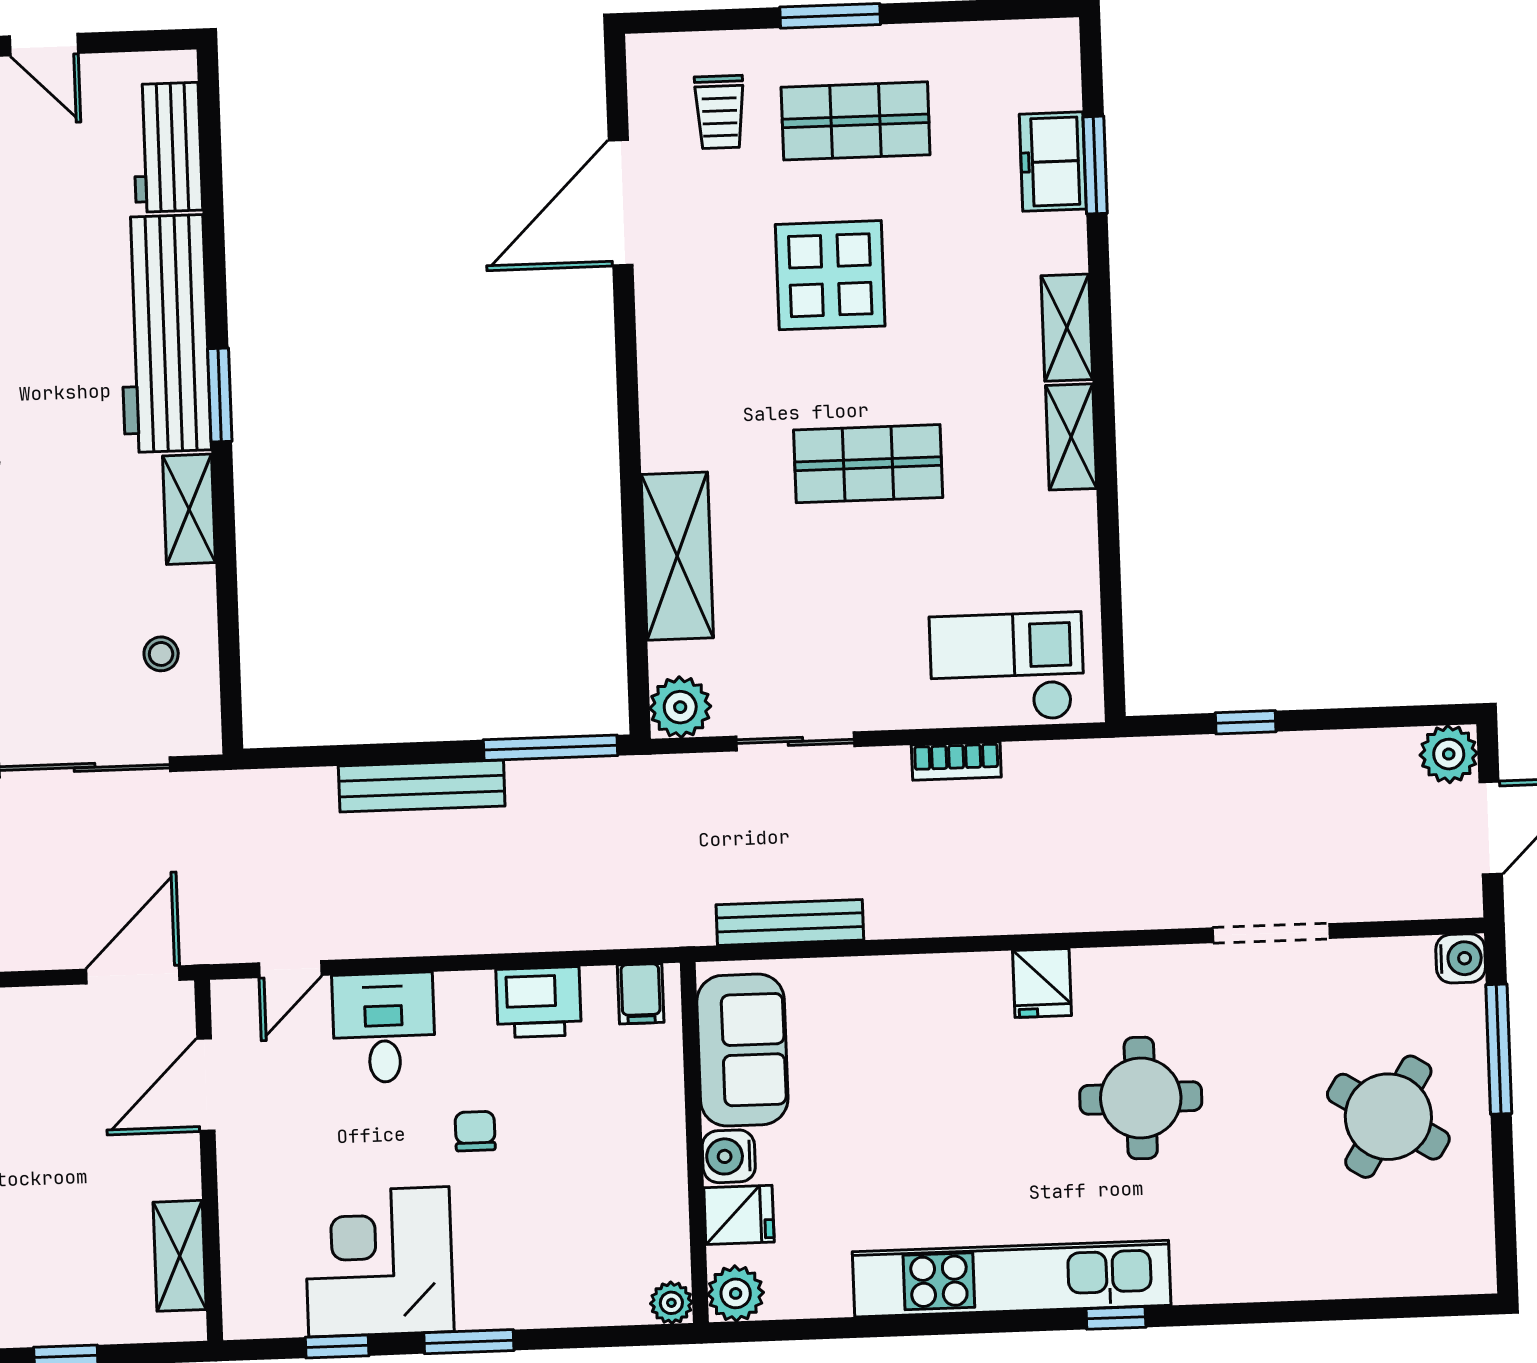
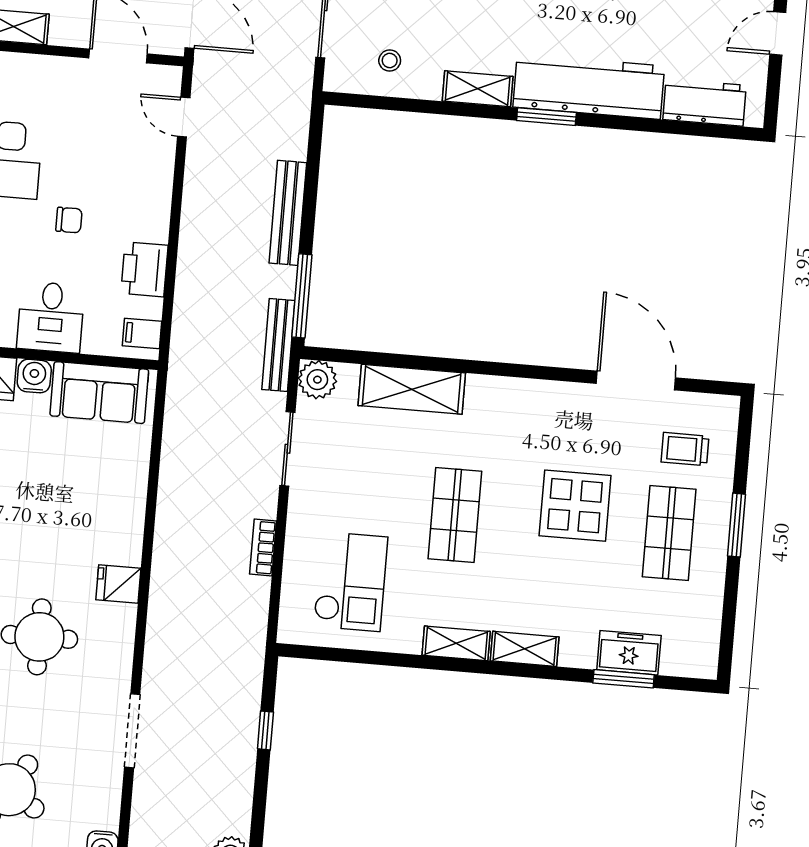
checkout: (1007, 667) -> (351, 582), moved
bench: (790, 922) -> (278, 345), moved
desk: (384, 1028) -> (51, 317), moved, turned 90

